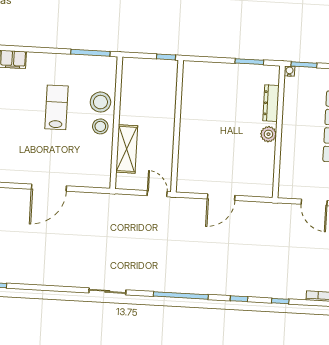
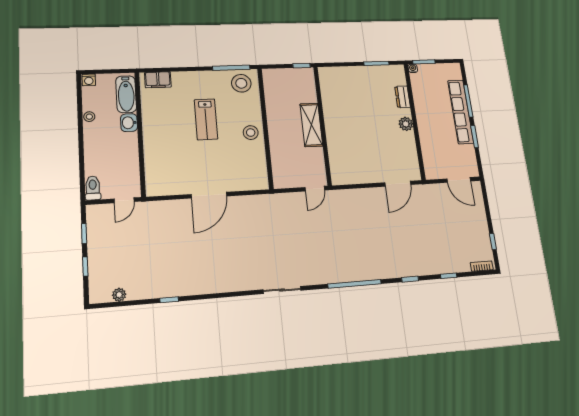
stool: (100, 102) -> (241, 83), moved
dresser: (271, 103) -> (402, 97), width x0.70
lab bench: (56, 107) -> (206, 119), turned 180
shelving: (127, 149) -> (311, 125), moved
door: (157, 194) -> (315, 189), swing flipped
door: (221, 197) -> (398, 184), moved

